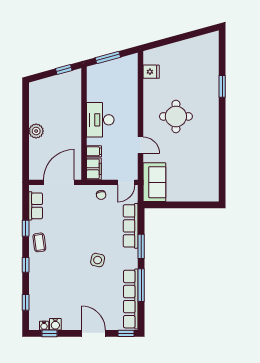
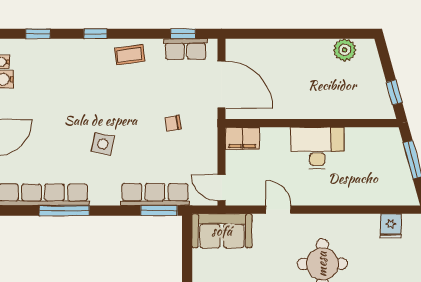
plant: (36, 131) -> (345, 50), moved
door: (141, 145) -> (279, 210), swing flipped
filing cabinet: (94, 151) -> (269, 138), removed
chair: (101, 195) -> (173, 123), moved
window: (26, 228) -> (183, 34), moved
window: (141, 246) -> (159, 211), moved

